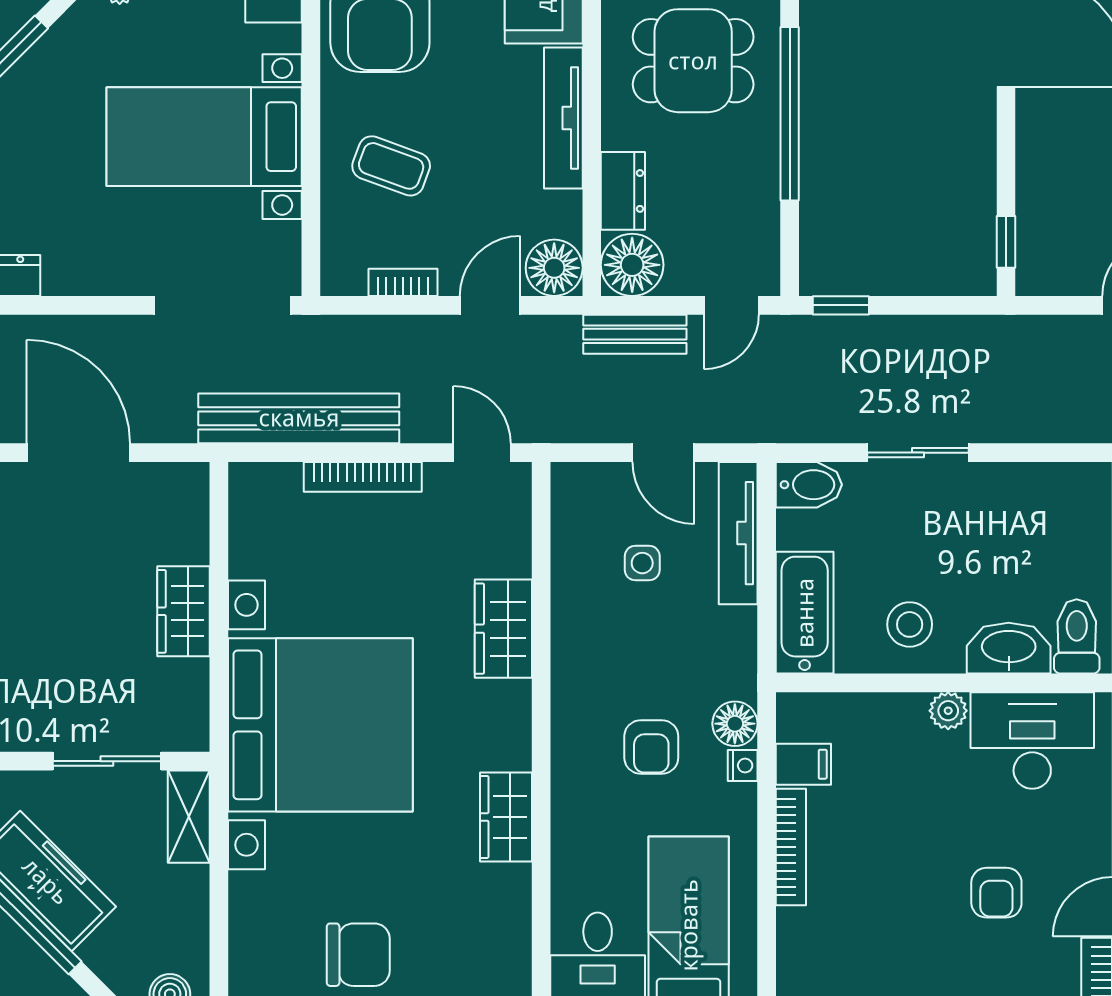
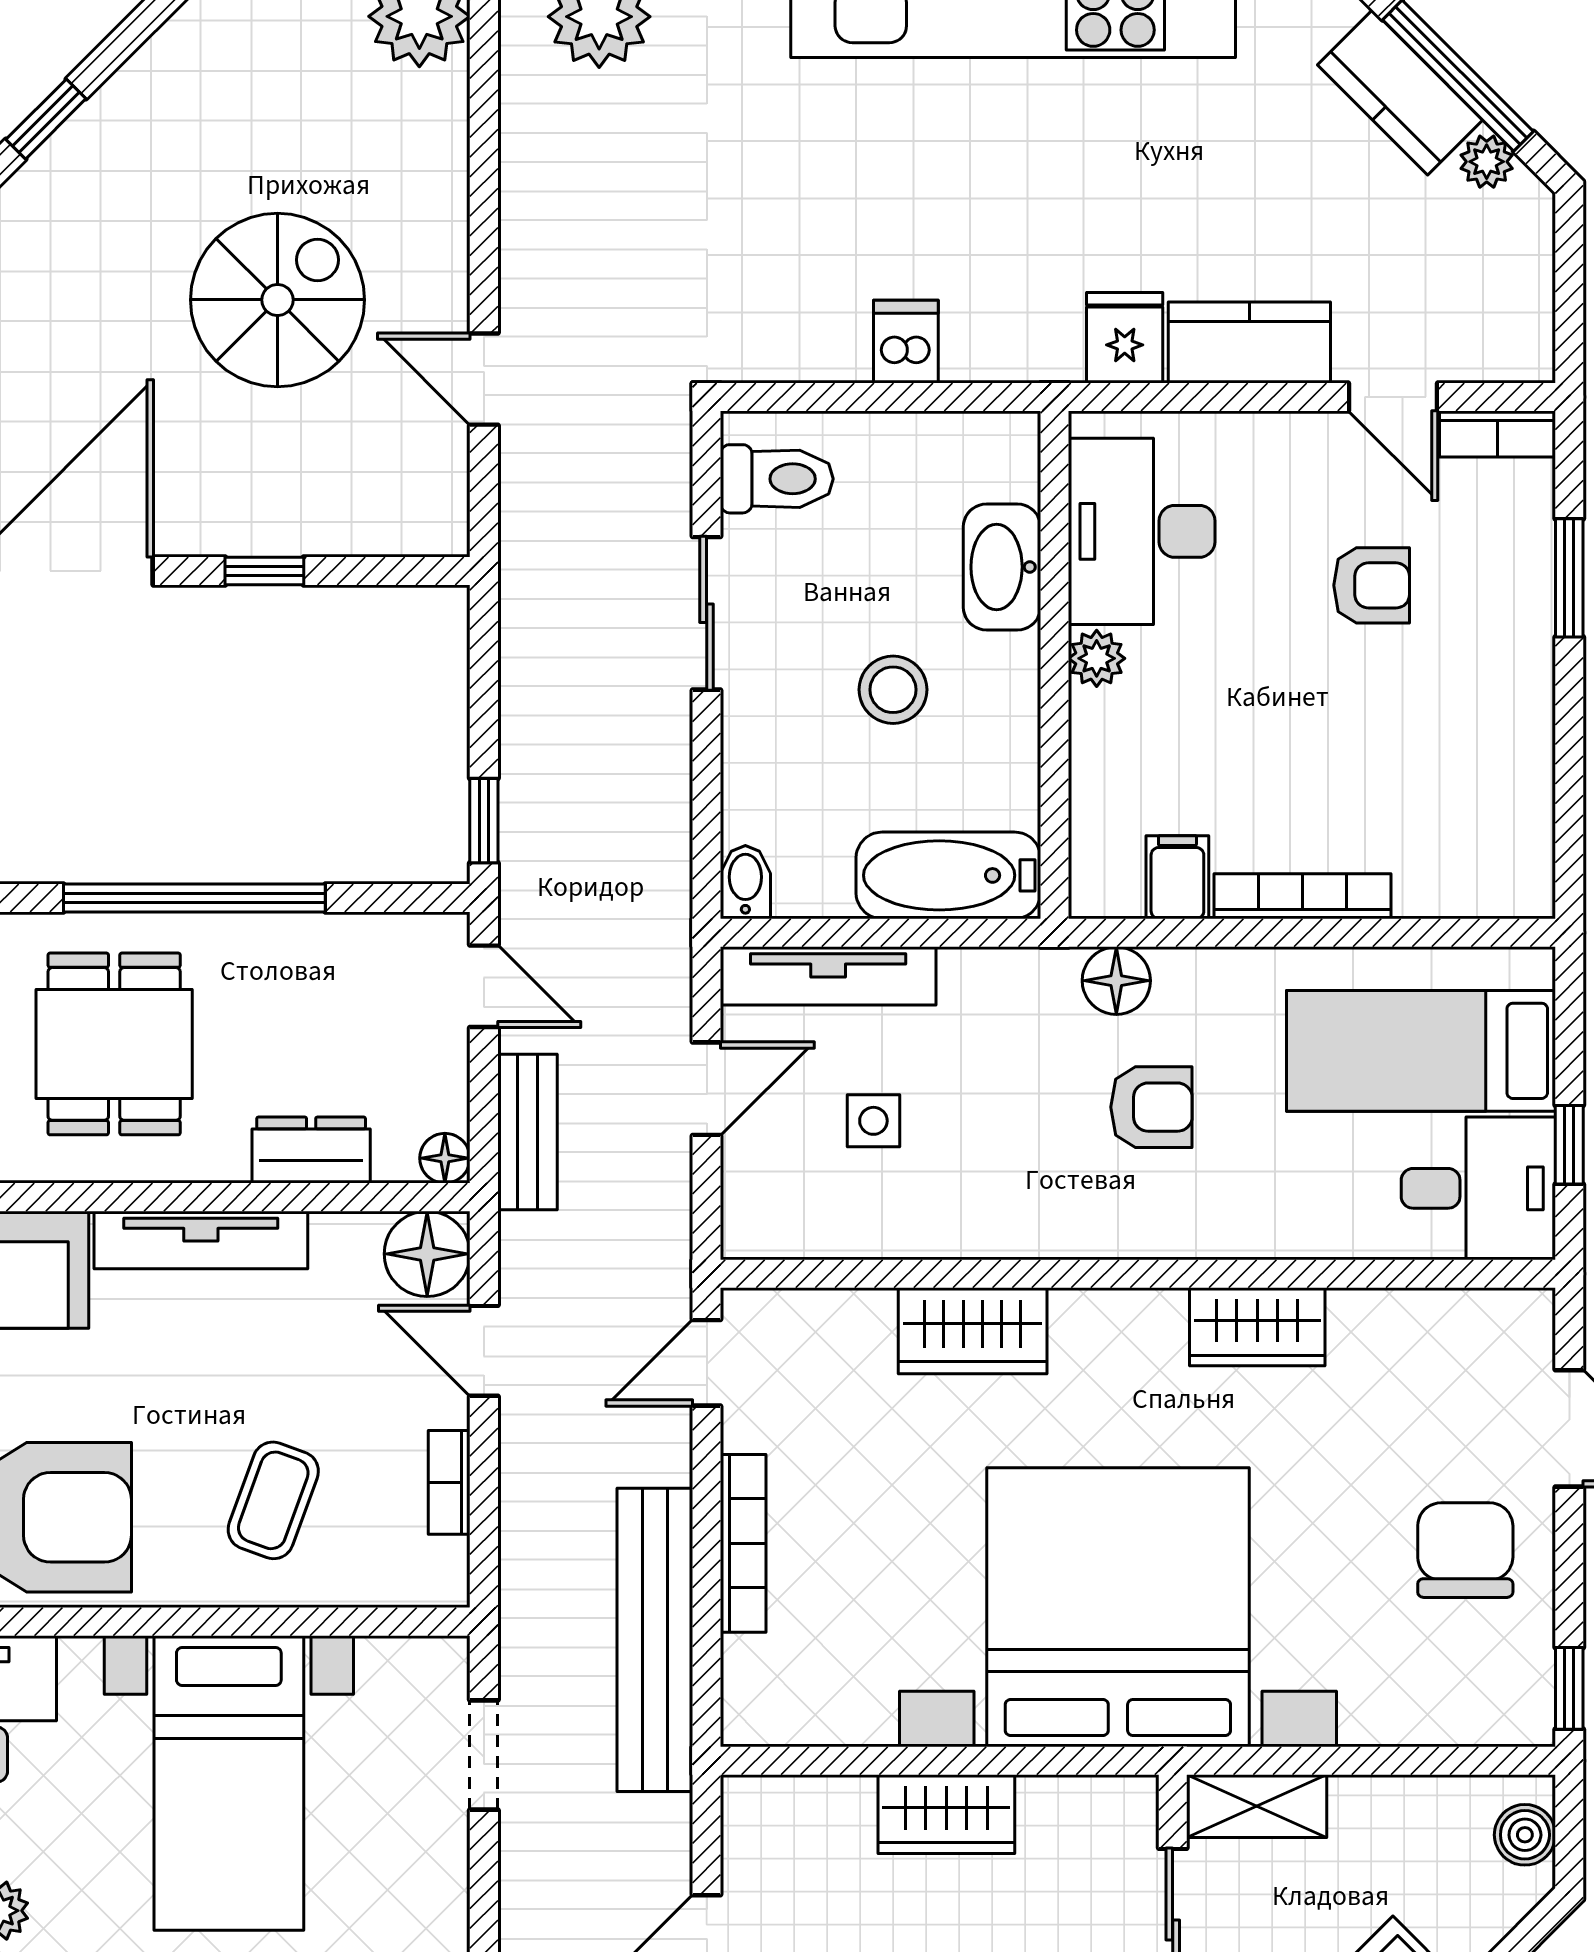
window: (1006, 242) -> (264, 571), moved
floor lamp: (632, 265) -> (445, 1158), width x0.53, depth x0.53
doorway: (223, 305) -> (484, 1755), width x0.53
sliding door: (918, 453) -> (707, 613), moved
bidet: (809, 485) -> (745, 882), width x0.72, depth x0.74
stool: (910, 624) -> (893, 690), moved
toilet: (1077, 636) -> (777, 479), moved, turned 180
nightstand: (743, 766) -> (1179, 969), removed

